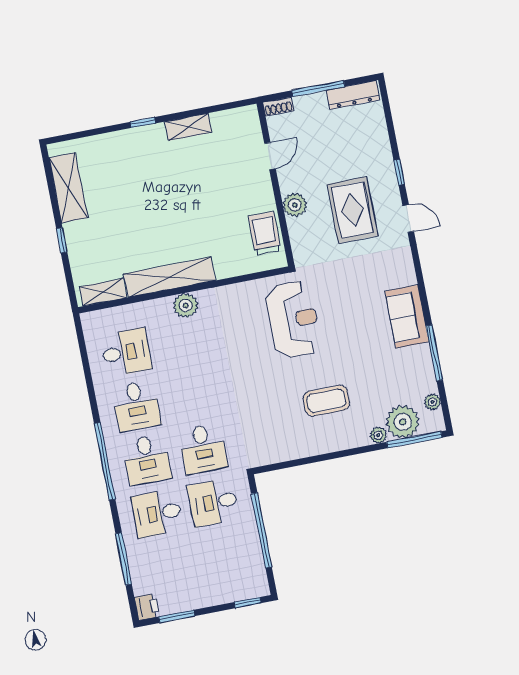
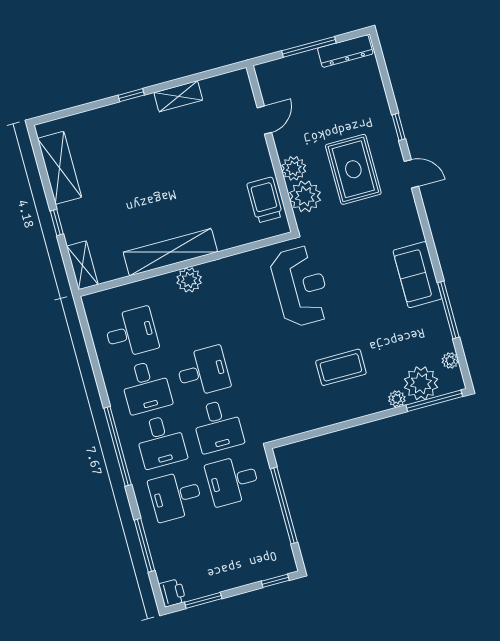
shoe rack: (278, 107) -> (269, 69), removed
plant: (304, 233) -> (305, 196), added
shelving: (103, 292) -> (82, 265), moved, turned 90
desk: (193, 395) -> (203, 372), added

